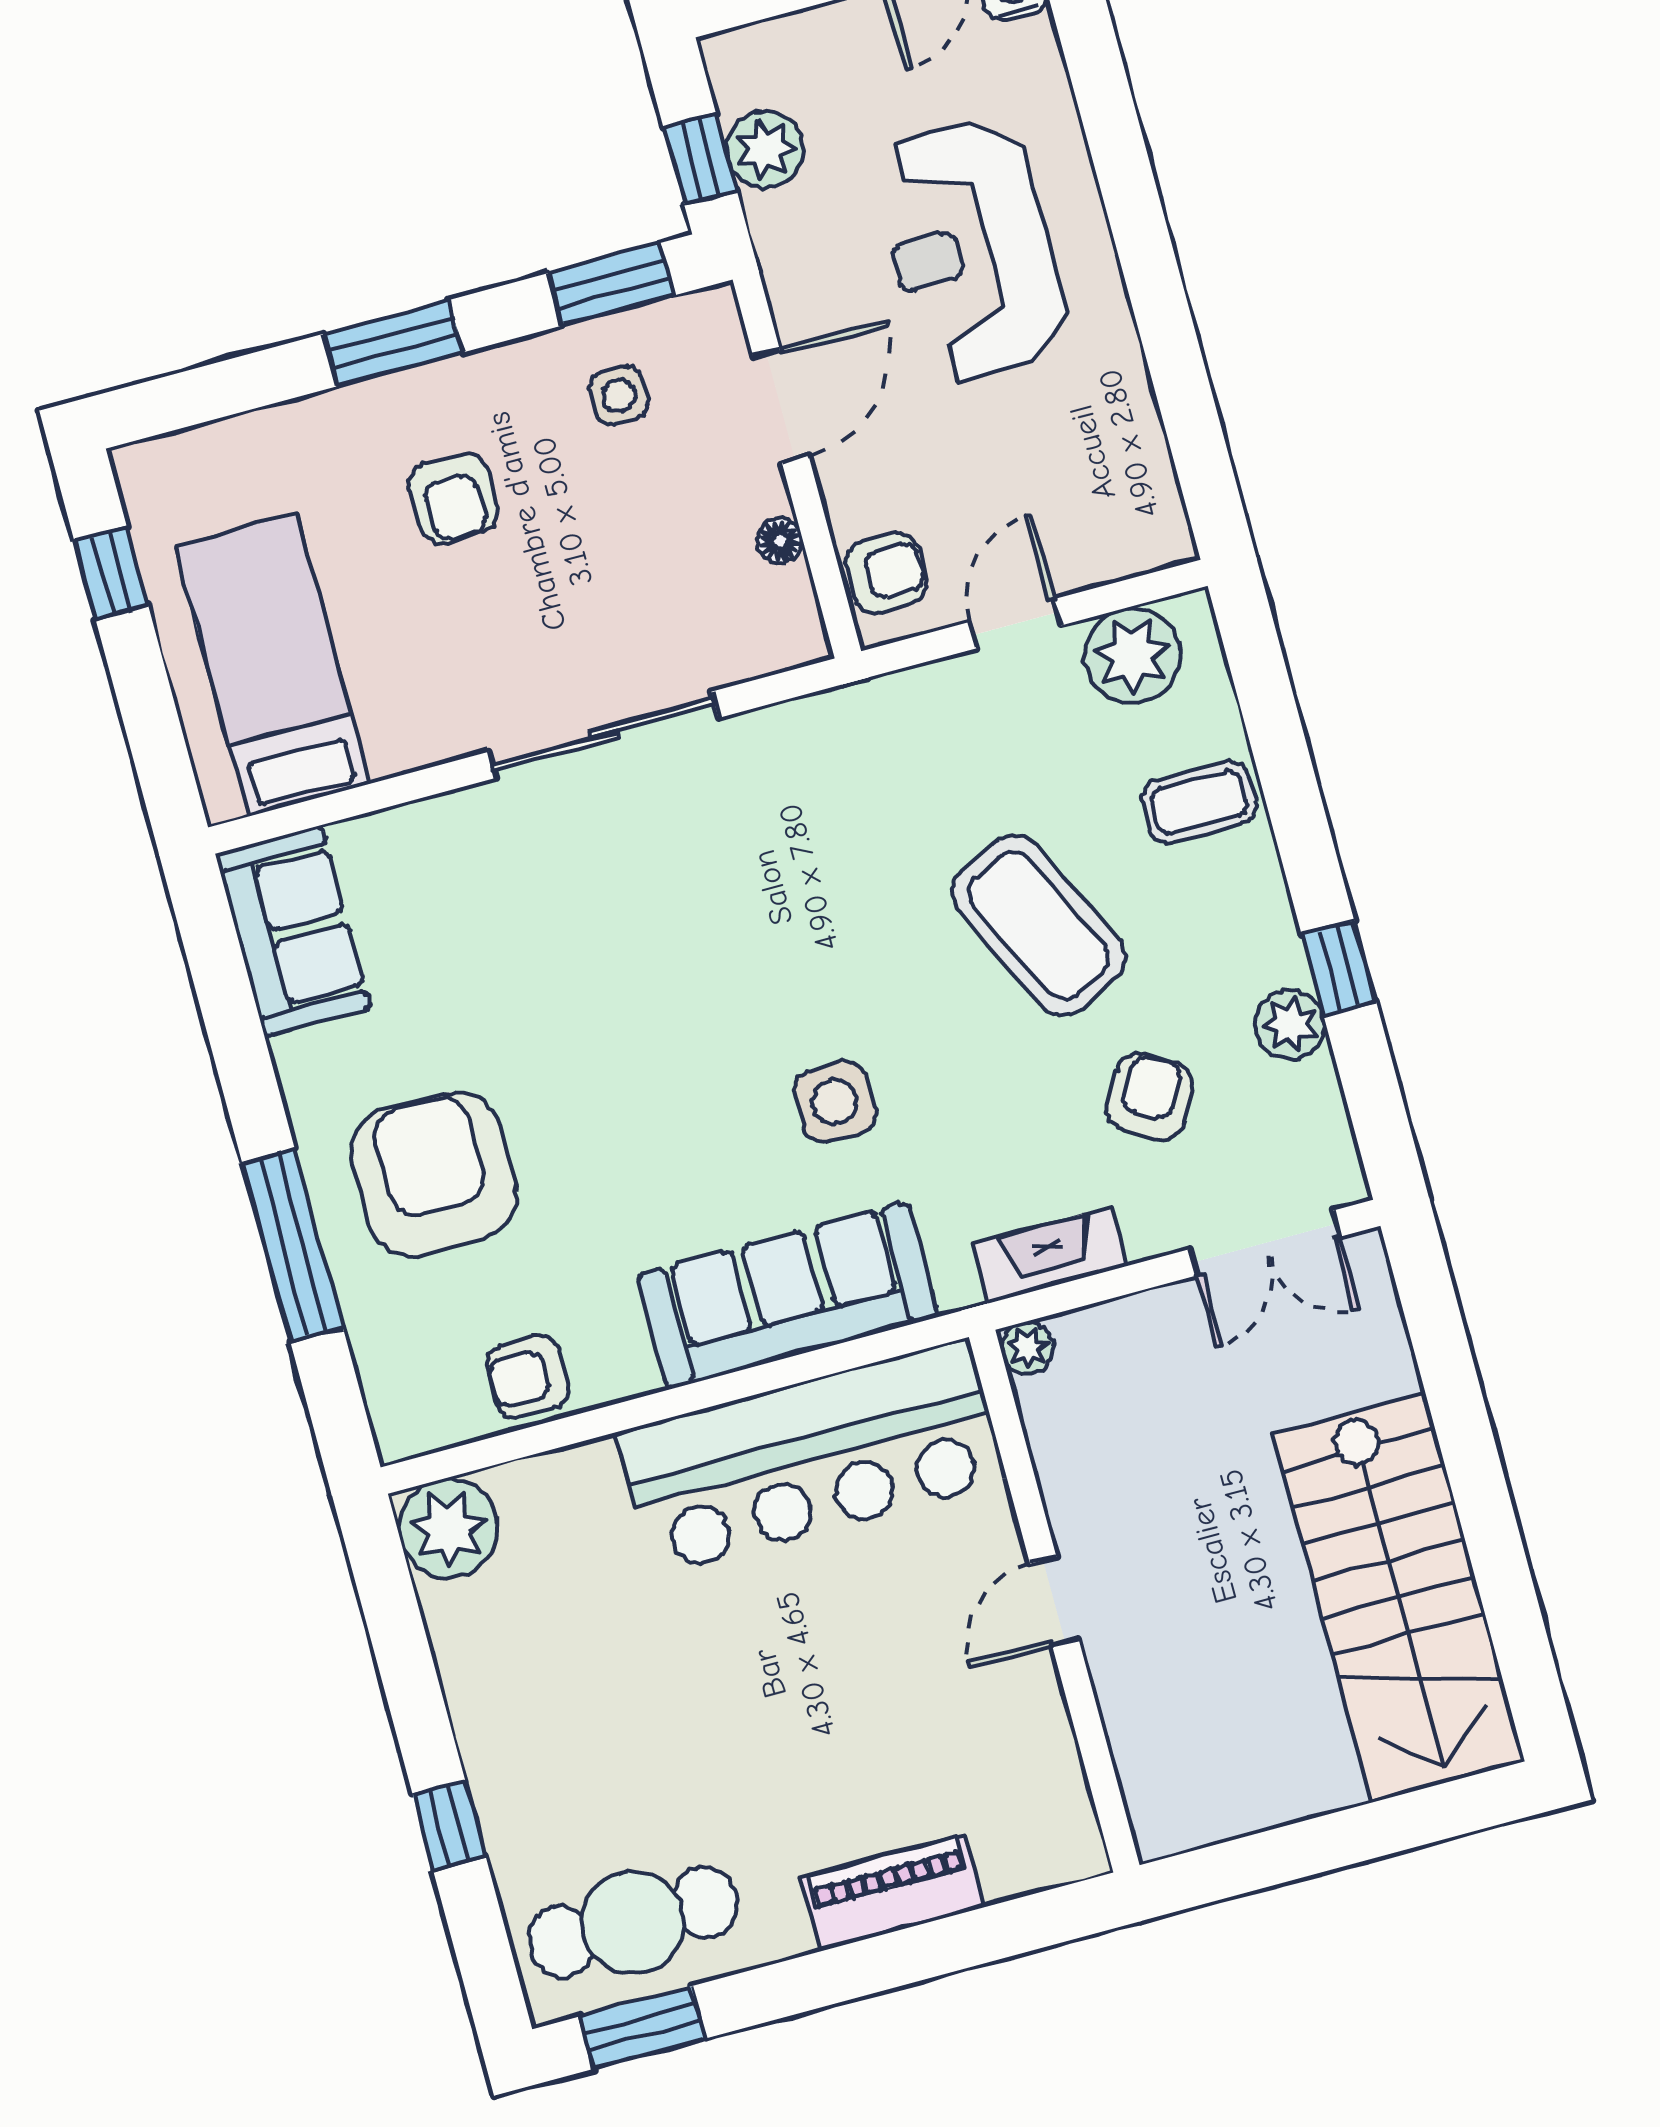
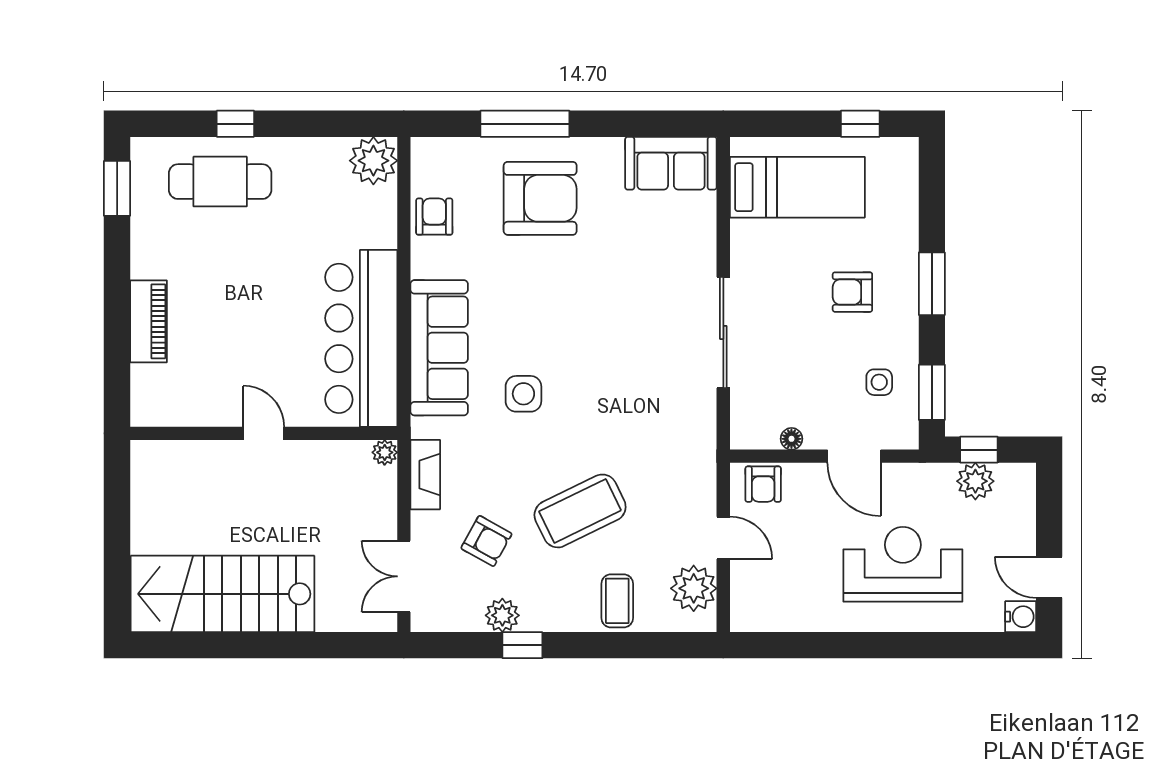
cafe table: (633, 1922) -> (220, 182), moved, turned 90

